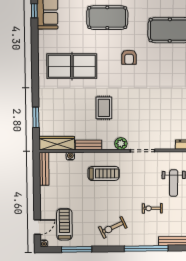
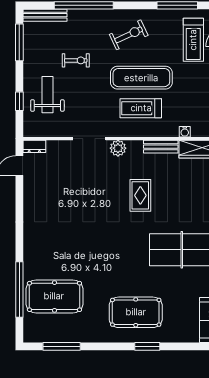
armchair: (129, 57) -> (107, 262), removed
exercise mat: (103, 196) -> (141, 78), added

